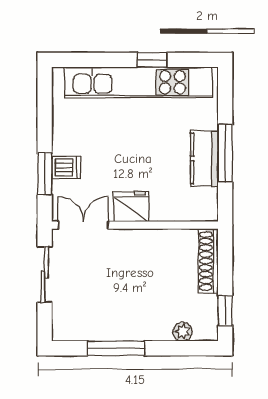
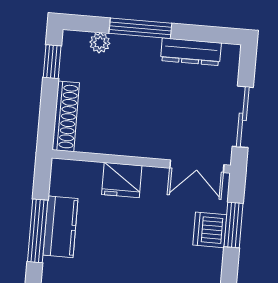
dishwasher: (66, 168) -> (210, 230), width x1.38
fridge: (131, 207) -> (122, 180), moved
dresser: (98, 331) -> (191, 52), added
window: (116, 348) -> (140, 28), moved

